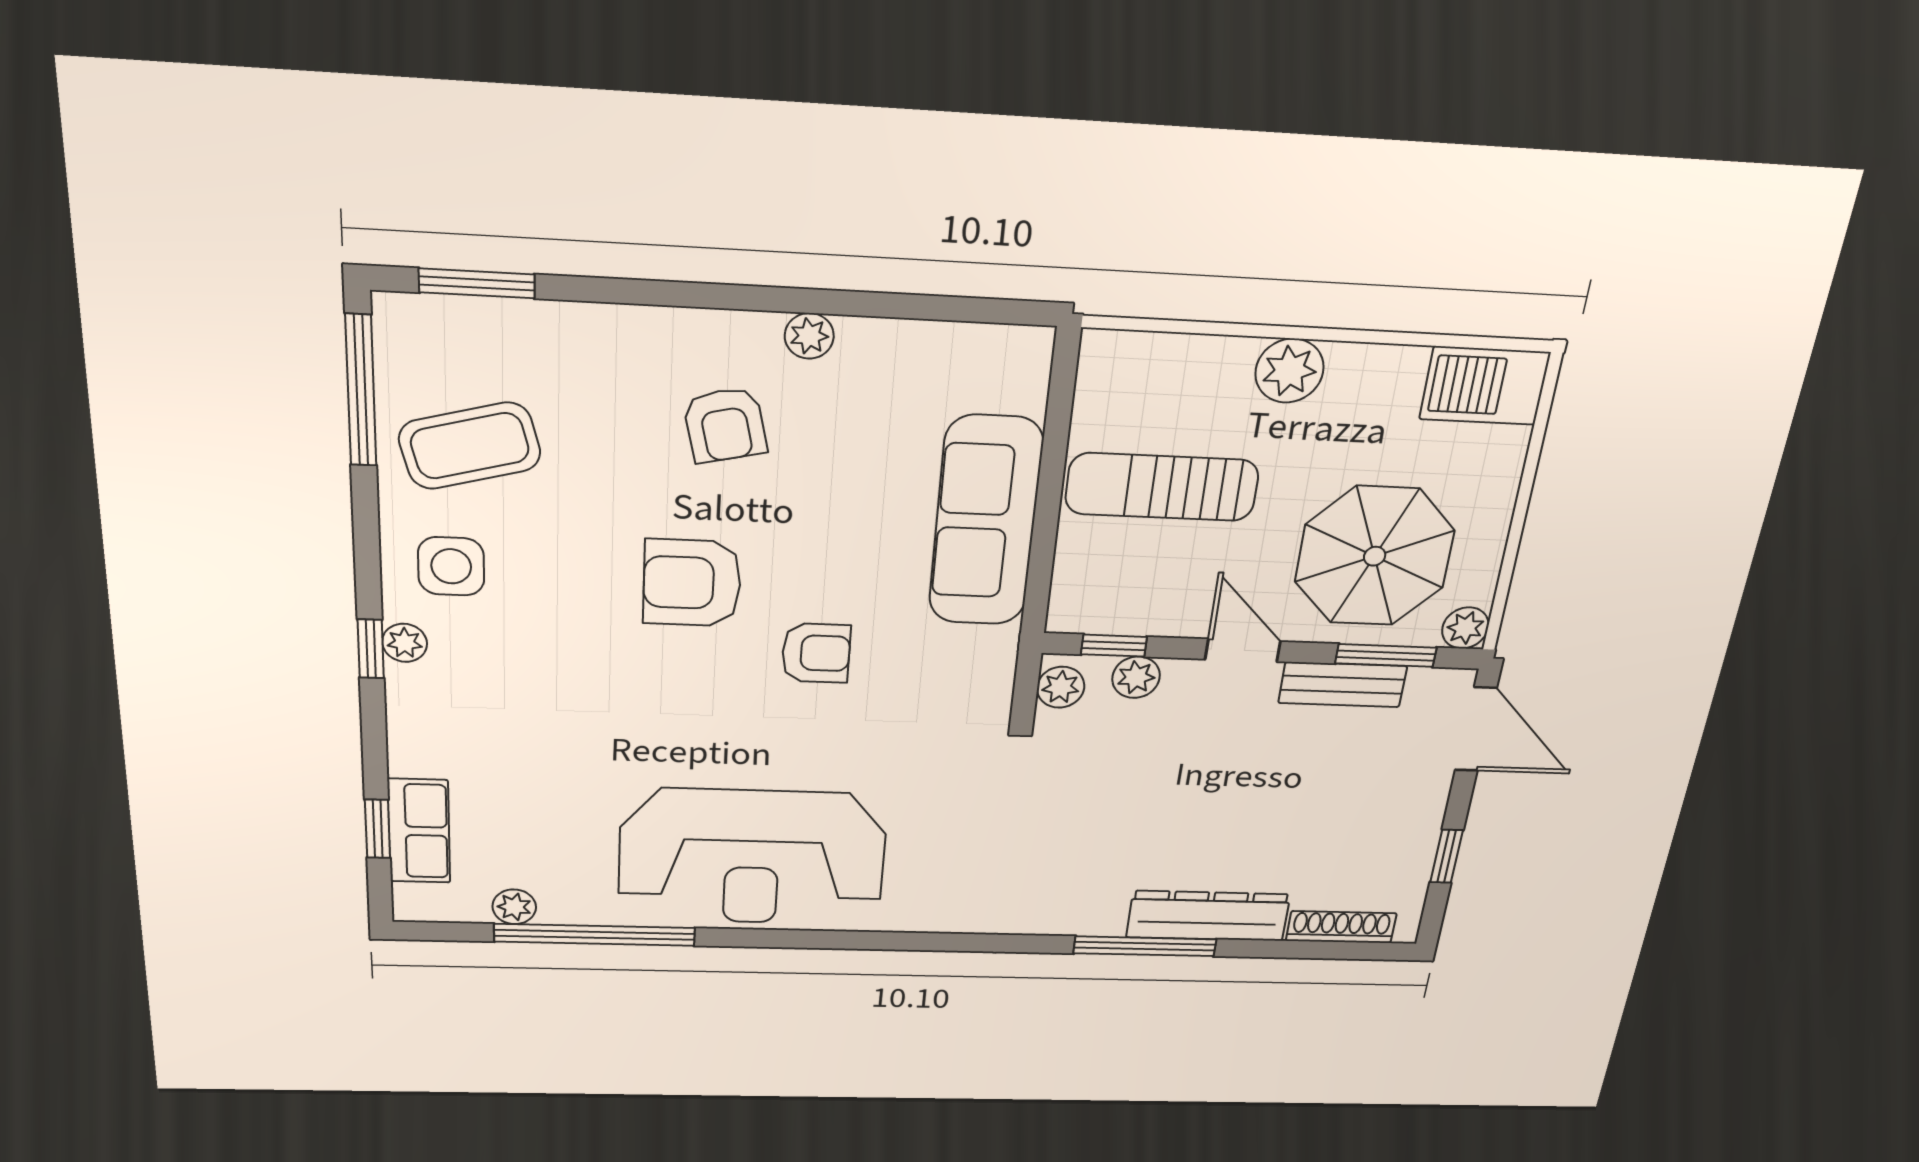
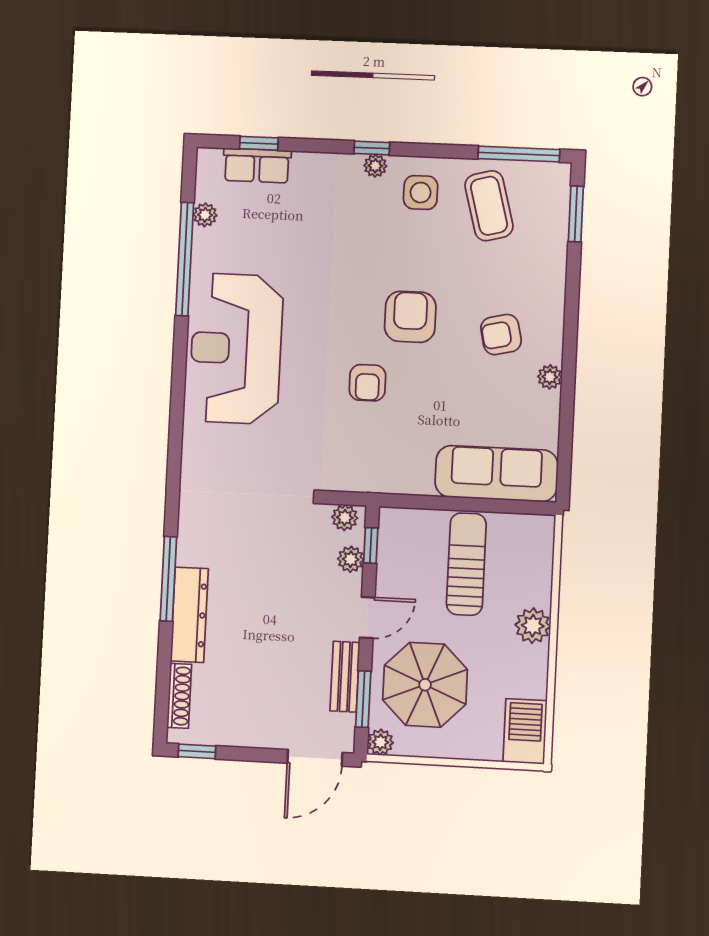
sofa: (986, 522) -> (496, 474), moved
window: (1446, 856) -> (197, 751), moved

